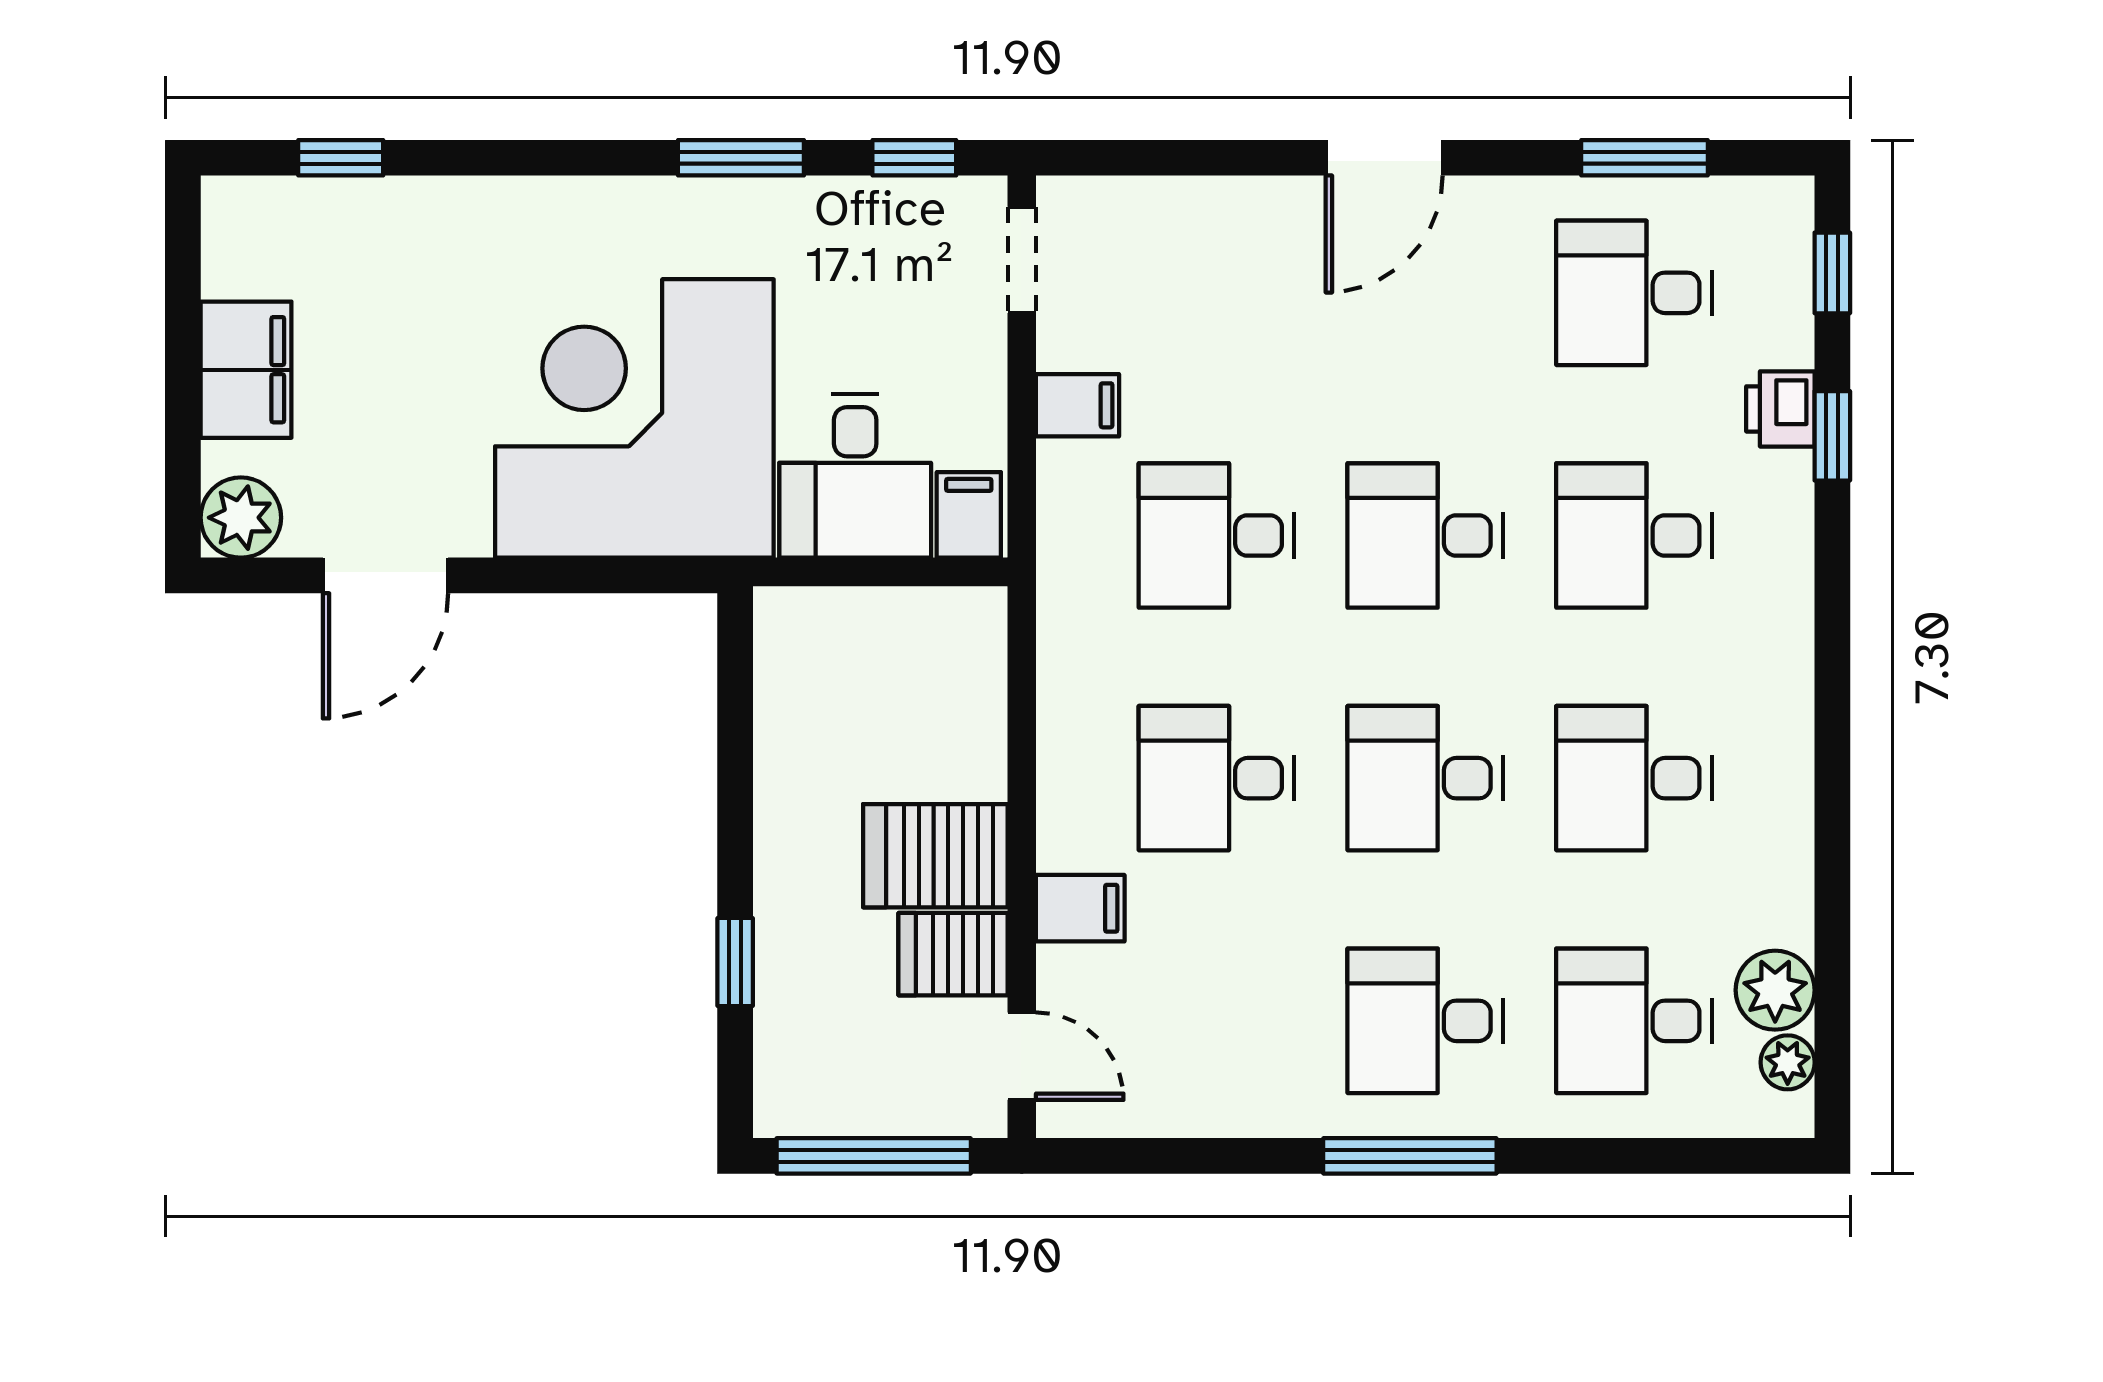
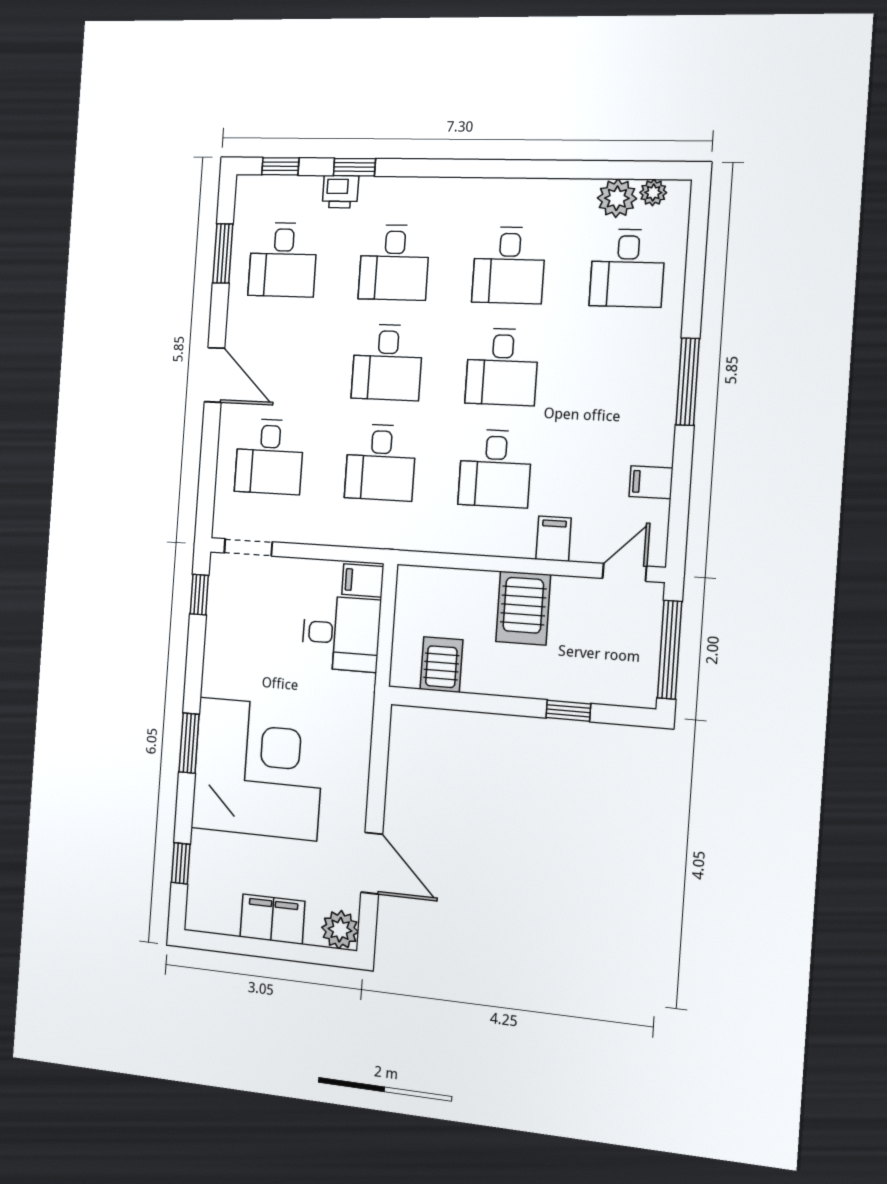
window: (741, 158) -> (189, 743), moved
filing cabinet: (1077, 405) -> (651, 482), moved, turned -90
corner desk: (634, 418) -> (258, 768), moved, turned 180
server rack: (953, 954) -> (441, 665), moved, turned 180
desk: (1425, 1021) -> (269, 456), moved

